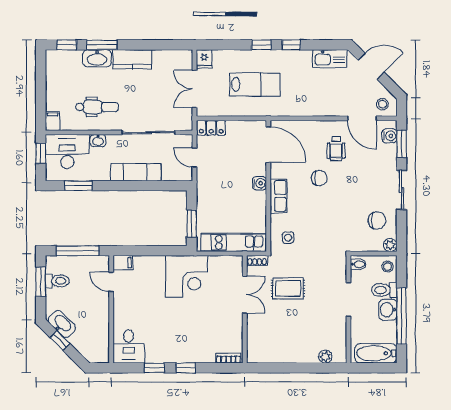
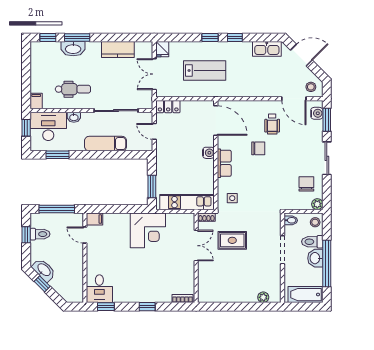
kitchen counter: (132, 59) -> (118, 50), moved
chair: (377, 221) -> (306, 184), turned -90
window: (41, 282) -> (26, 235), width x0.67
window: (154, 368) -> (106, 307), moved

